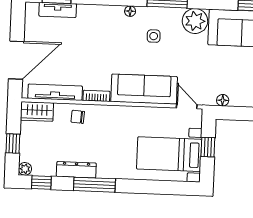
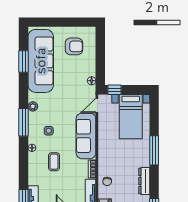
plant: (195, 21) -> (33, 106), width x0.53, depth x0.53
coffee table: (109, 42) -> (54, 162), added
window: (208, 147) -> (115, 90), moved
window: (94, 185) -> (154, 150), moved

